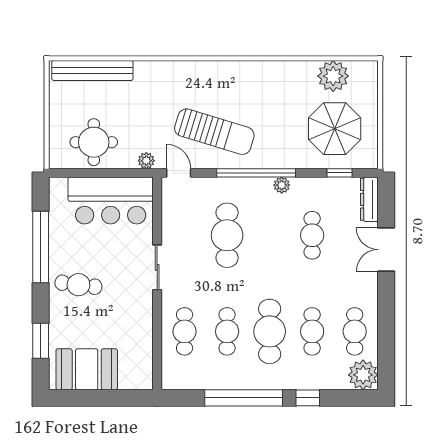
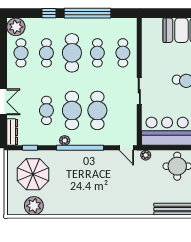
sun lounger: (214, 132) -> (105, 172), removed
cafe table: (270, 235) -> (72, 110), added

